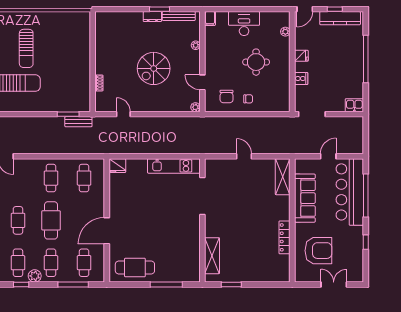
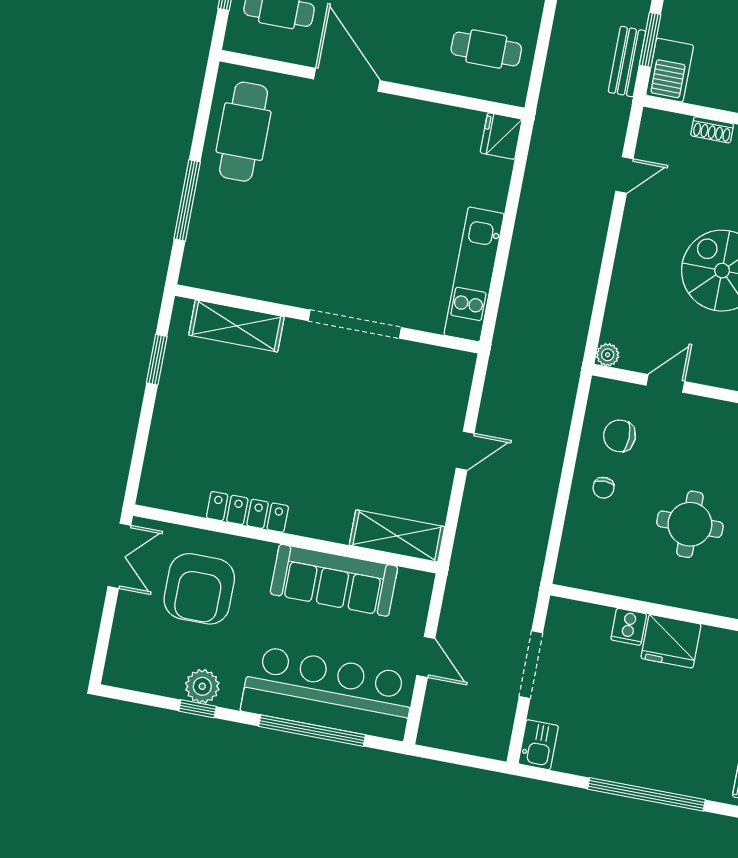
fridge: (301, 56) -> (671, 641), width x1.88, depth x1.34
barbecue: (79, 104) -> (670, 70), added
doorway: (312, 114) -> (531, 665), moved
doorway: (202, 196) -> (355, 324), moved
plant: (357, 242) -> (202, 686), added
double door: (334, 285) -> (119, 556), moved

